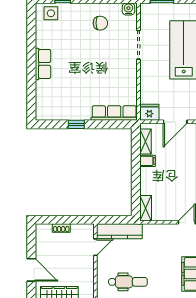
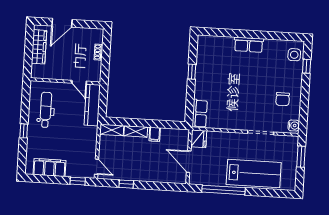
row of seats: (114, 113) -> (200, 113), width x0.68
shelving: (145, 141) -> (136, 131), moved
dental chair: (128, 282) -> (46, 110), turned 180

